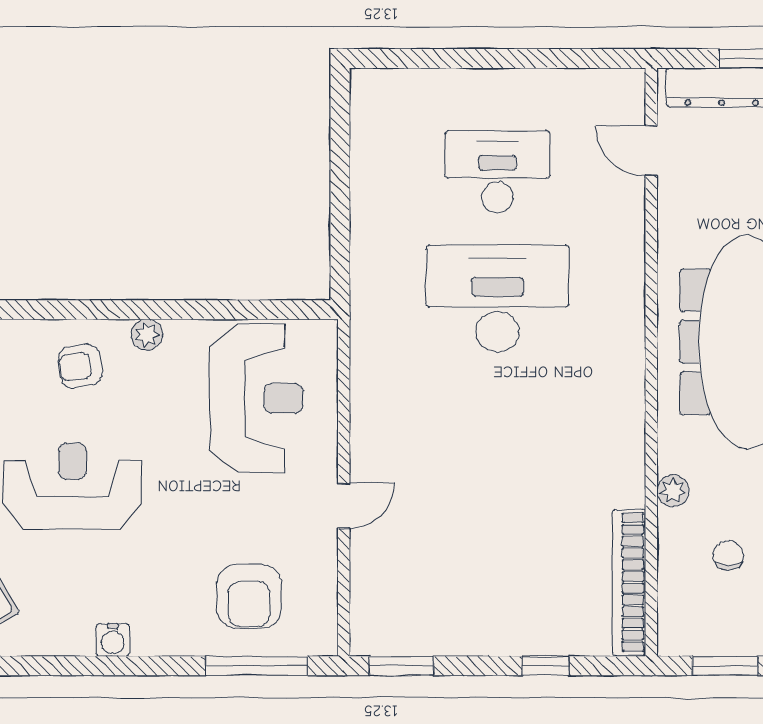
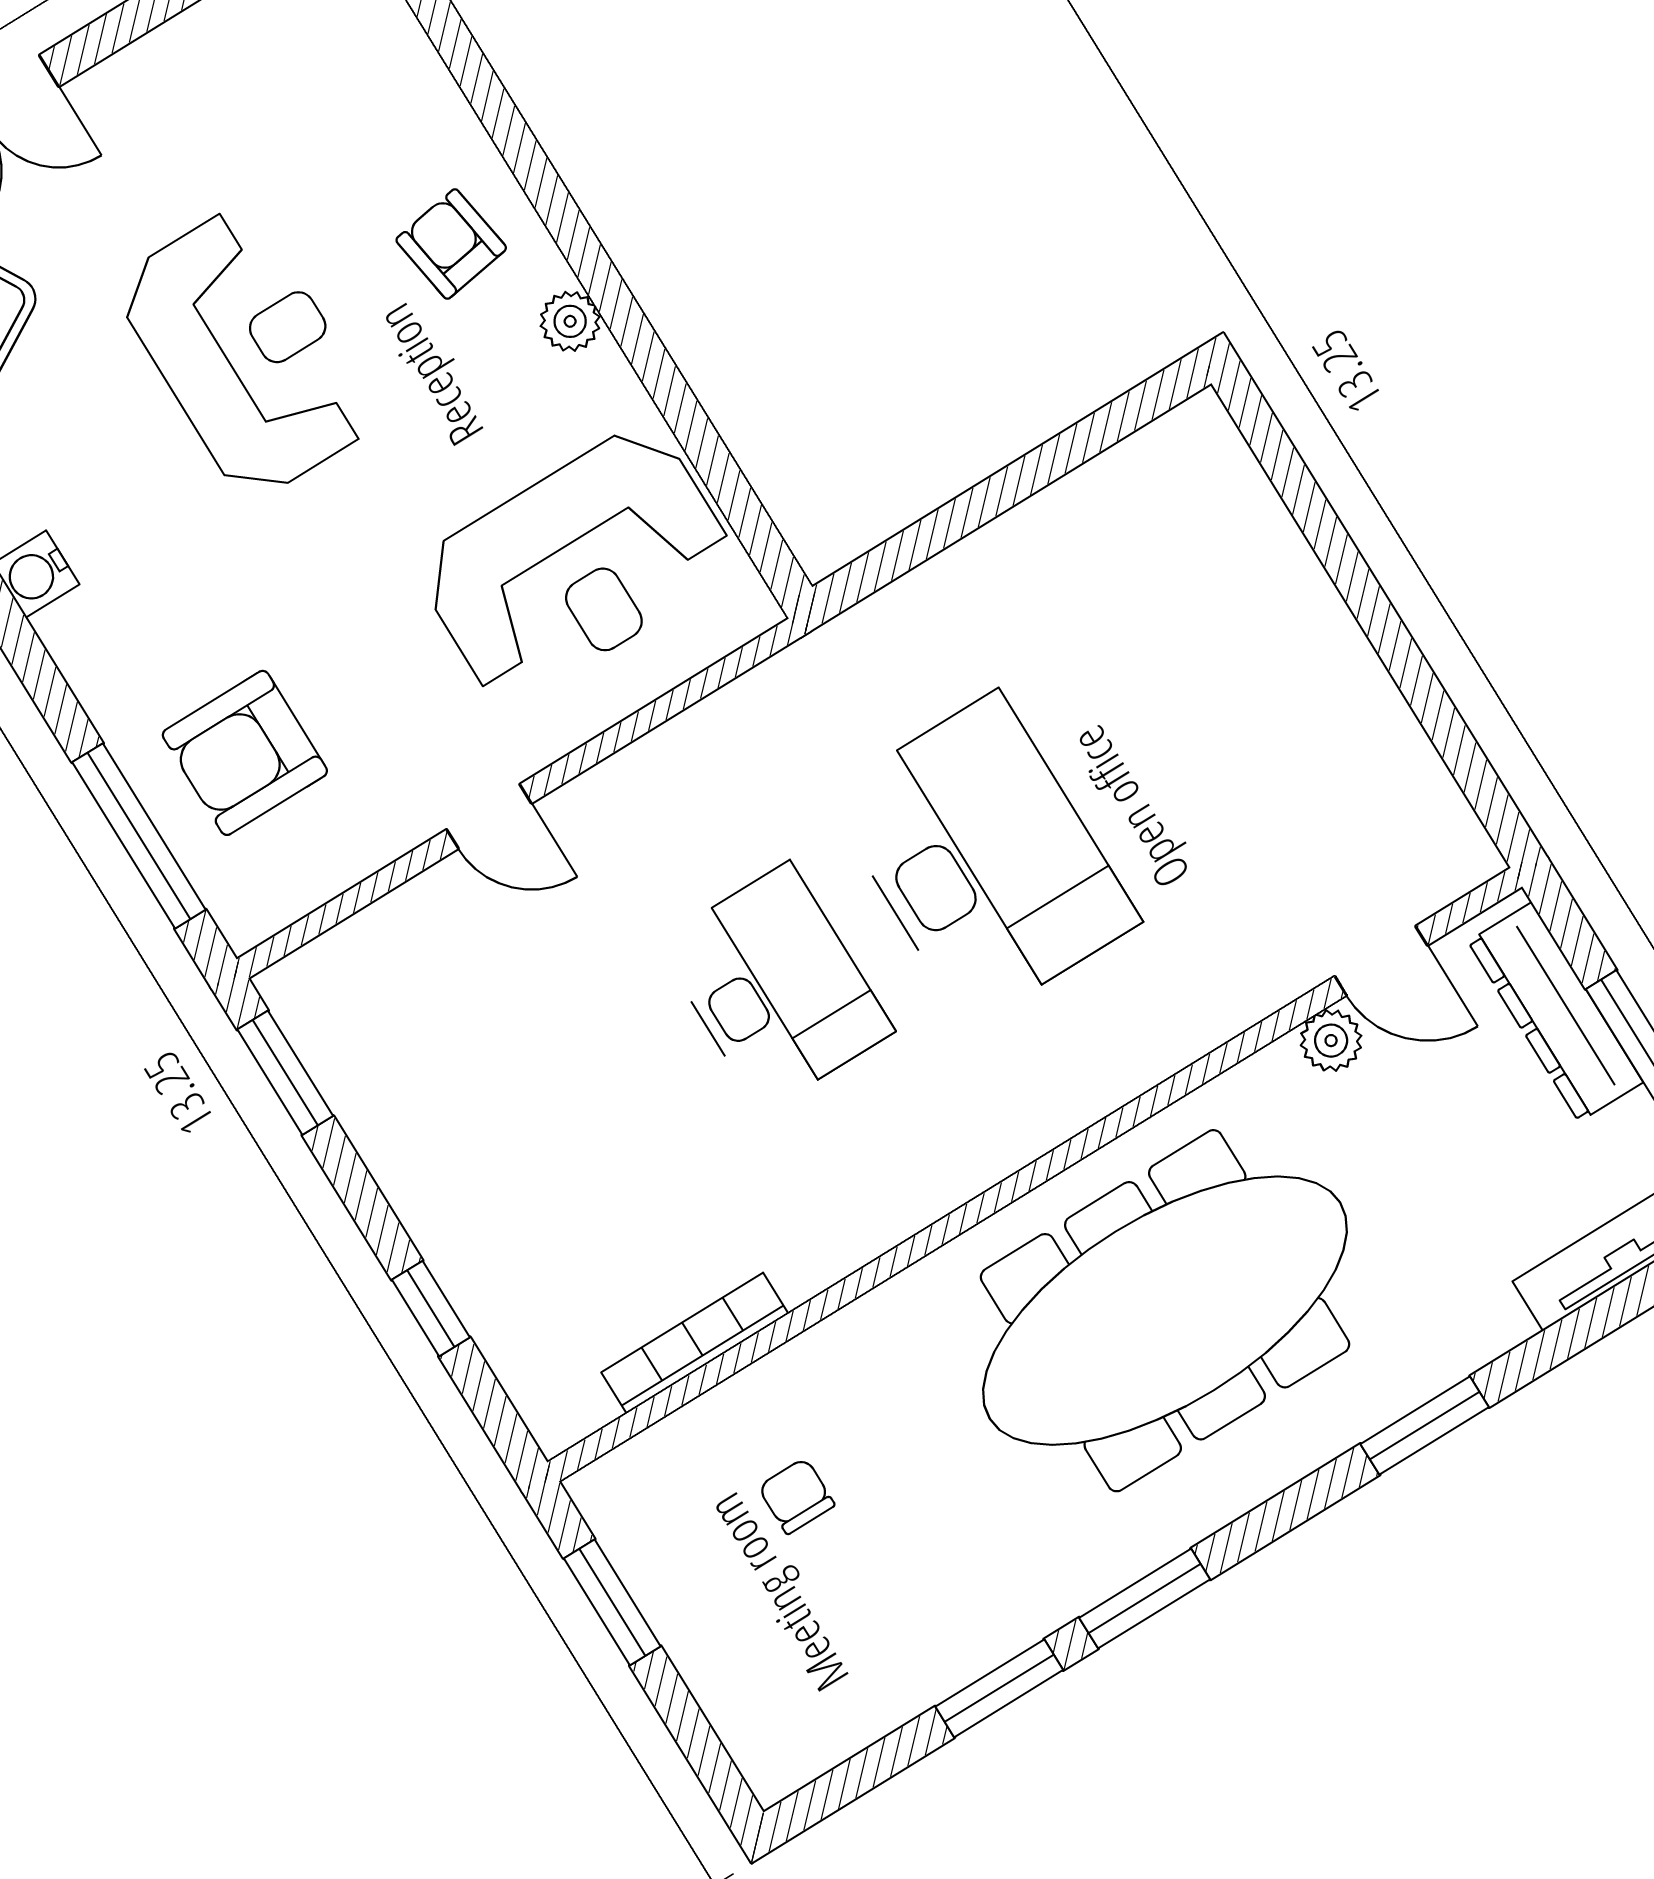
door: (651, 151) -> (1381, 961), swing flipped
desk: (497, 172) -> (776, 987), moved
plant: (673, 491) -> (1331, 1041), moved
chair: (728, 555) -> (796, 1496), turned -90
bookcase: (629, 582) -> (695, 1343), width x0.68, depth x0.76

